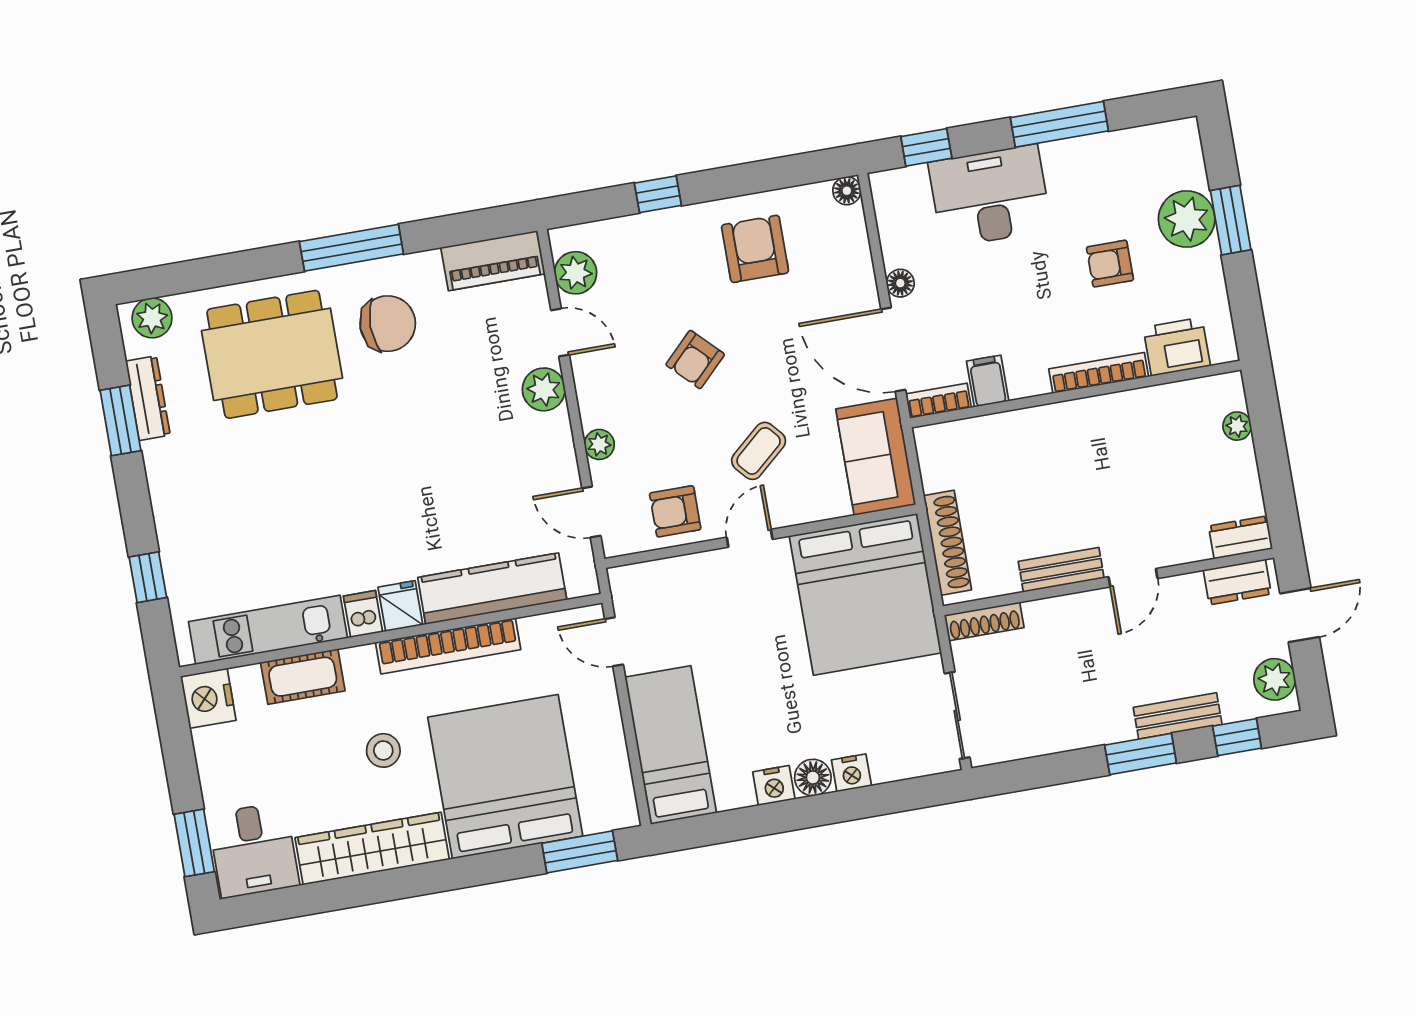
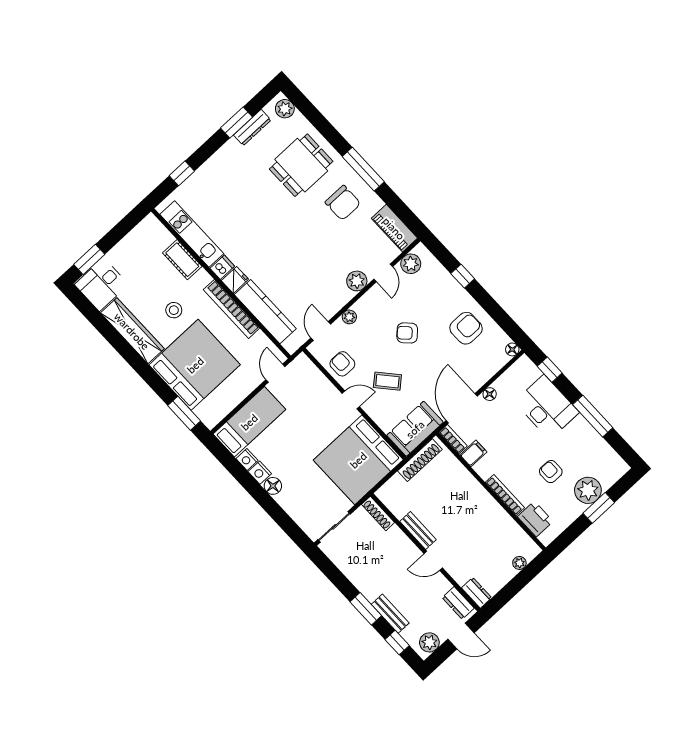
dining table: (272, 354) -> (301, 165), width x0.73
shoe rack: (947, 543) -> (420, 460), moved
nightstand: (208, 698) -> (150, 228), removed
nightstand: (851, 773) -> (247, 459), moved

